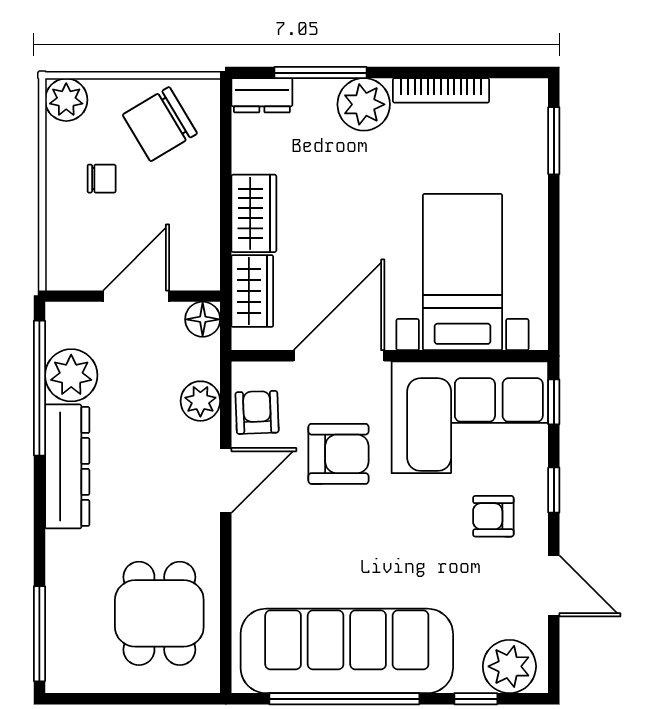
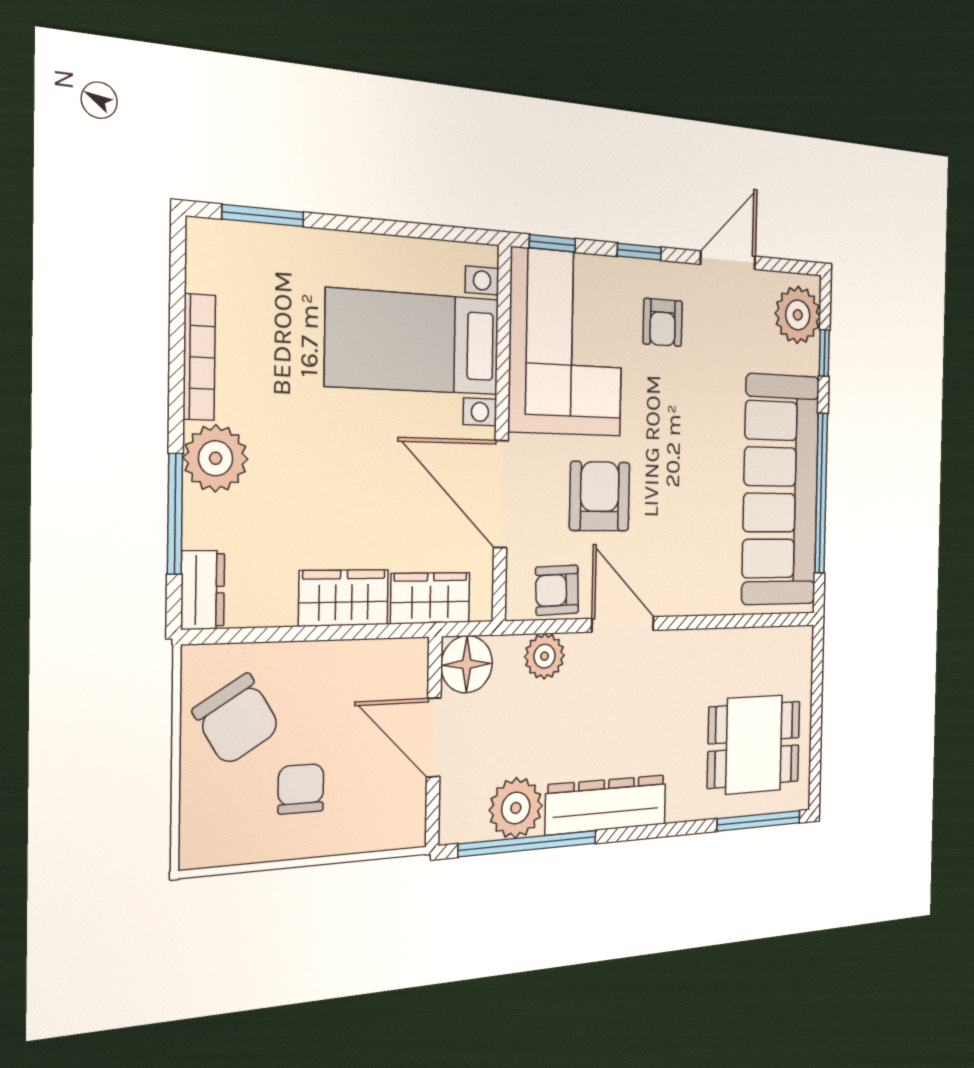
plant: (66, 100) -> (205, 841), removed
chair: (102, 179) -> (301, 789), width x1.37, depth x1.37
floor lamp: (203, 319) -> (467, 664), width x1.38, depth x1.38
dining table: (159, 613) -> (754, 744), moved

